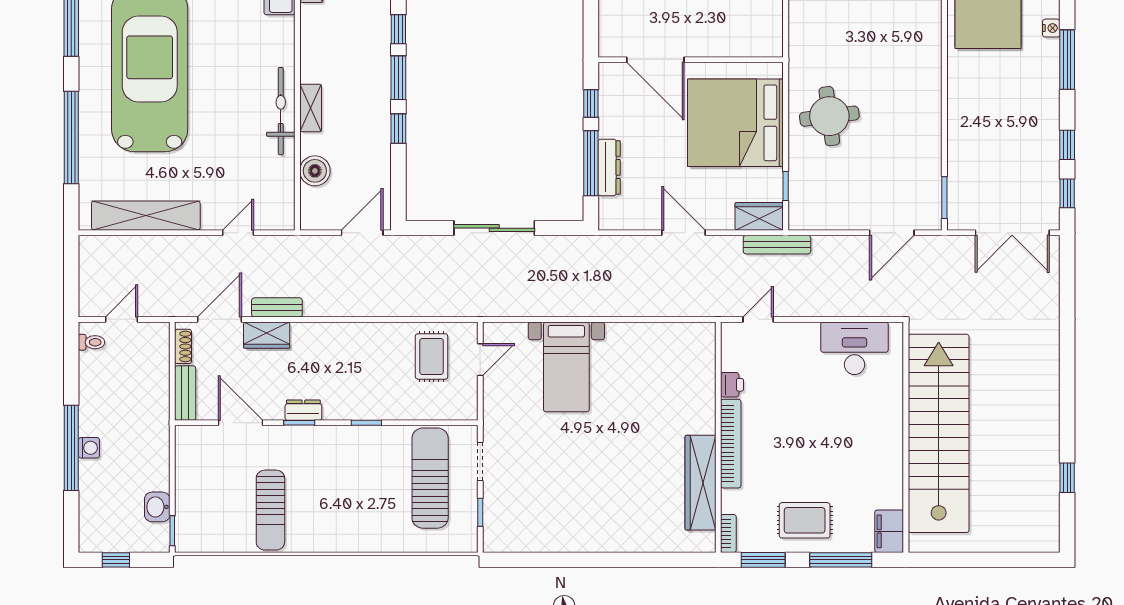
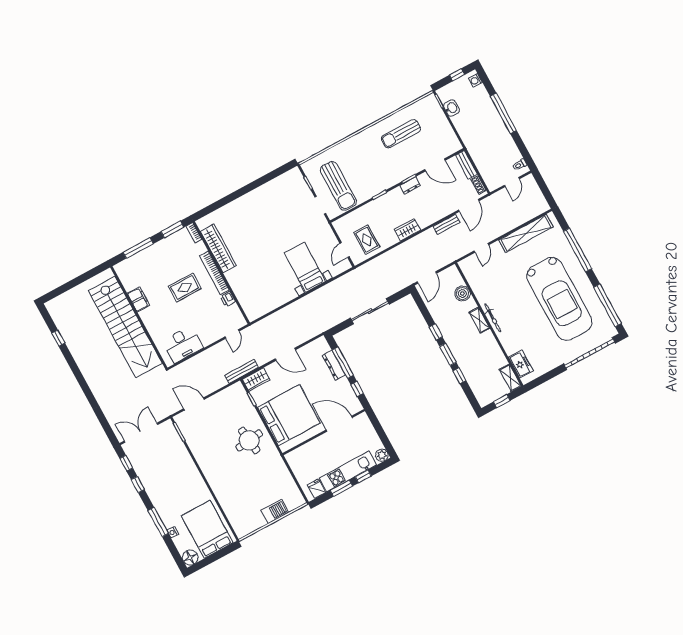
bicycle: (281, 111) -> (493, 318), width x0.73, depth x0.71
door: (892, 233) -> (194, 404), hinge flipped
wardrobe: (267, 335) -> (407, 230), moved
washing machine: (89, 448) -> (475, 80), moved
sun lounger: (270, 510) -> (401, 134), turned -90
rug: (805, 520) -> (185, 287), moved
filing cabinet: (889, 531) -> (138, 299), moved

